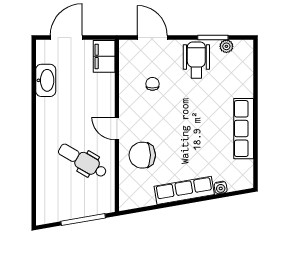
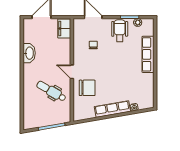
washbasin: (46, 80) -> (29, 53), moved
row of seats: (244, 129) -> (148, 54), moved
chair: (142, 155) -> (87, 88), turned 180

